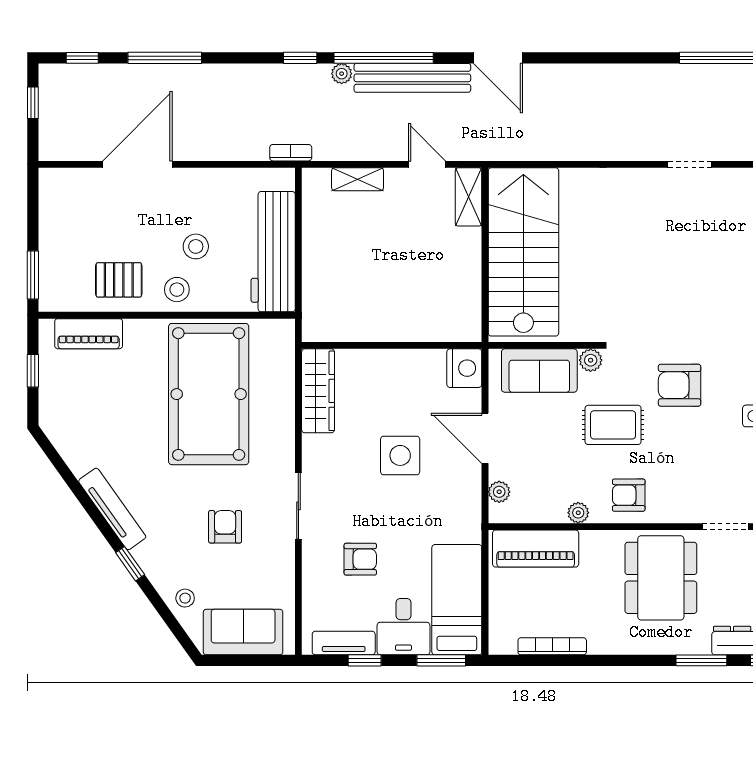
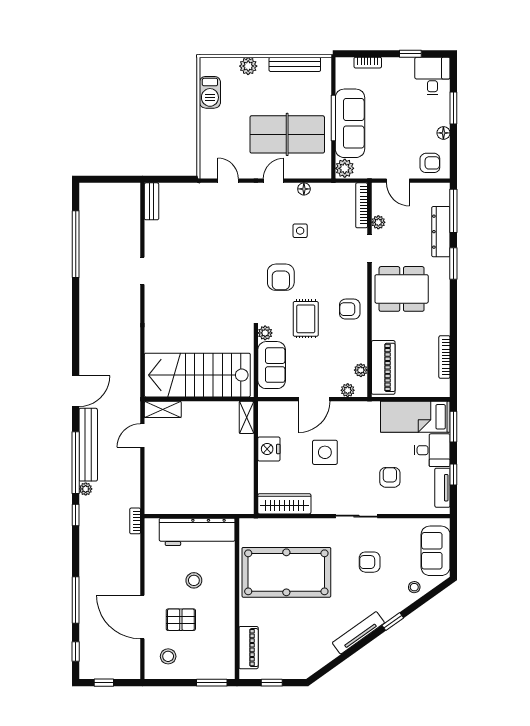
shelving: (358, 179) -> (247, 417), moved
pallet: (119, 280) -> (181, 620), moved, turned 90
stool: (177, 290) -> (168, 656), moved
nightstand: (464, 368) -> (269, 449), moved, turned -90
armchair: (629, 495) -> (350, 309), turned 90
plant: (578, 513) -> (361, 370), moved

